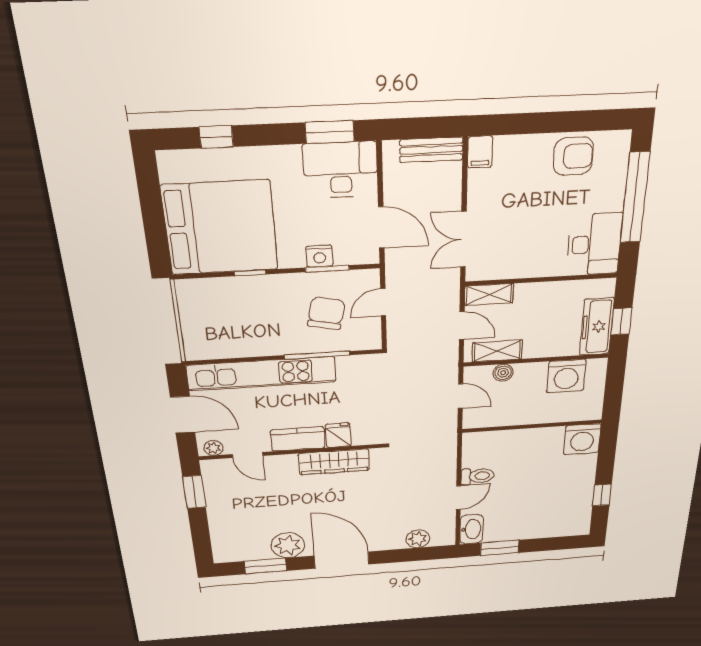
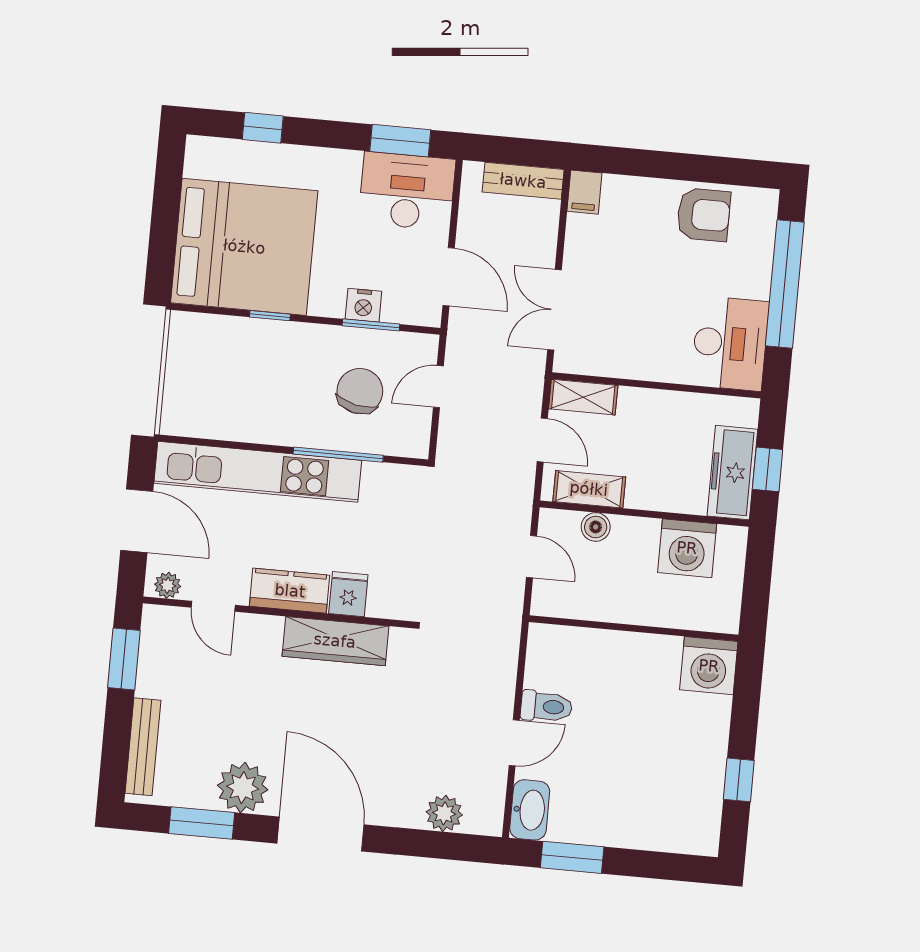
bench: (219, 535) -> (143, 747), added

